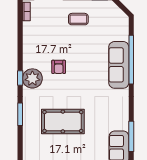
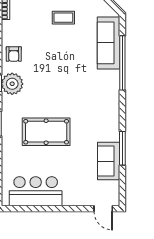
sofa: (119, 65) -> (108, 43), moved
armchair: (59, 67) -> (14, 54), moved

